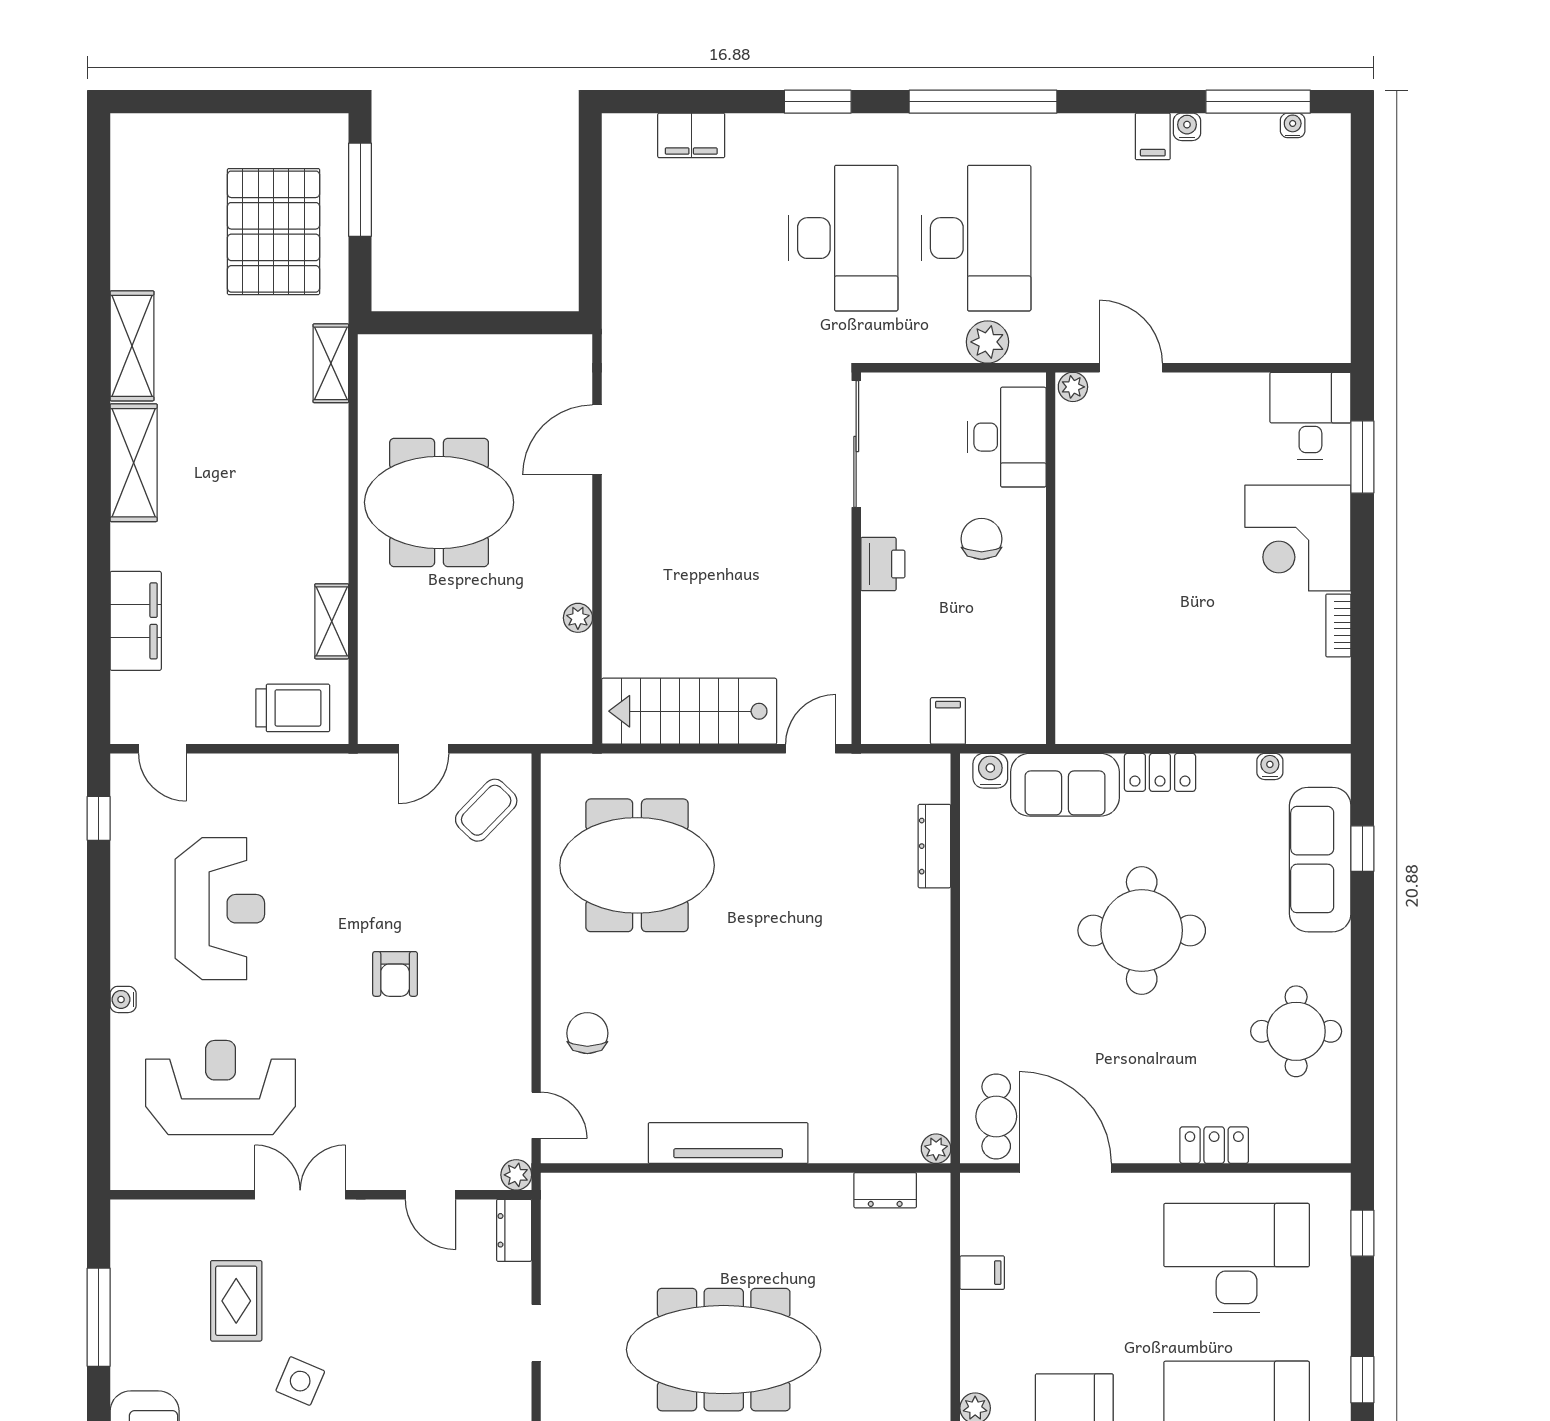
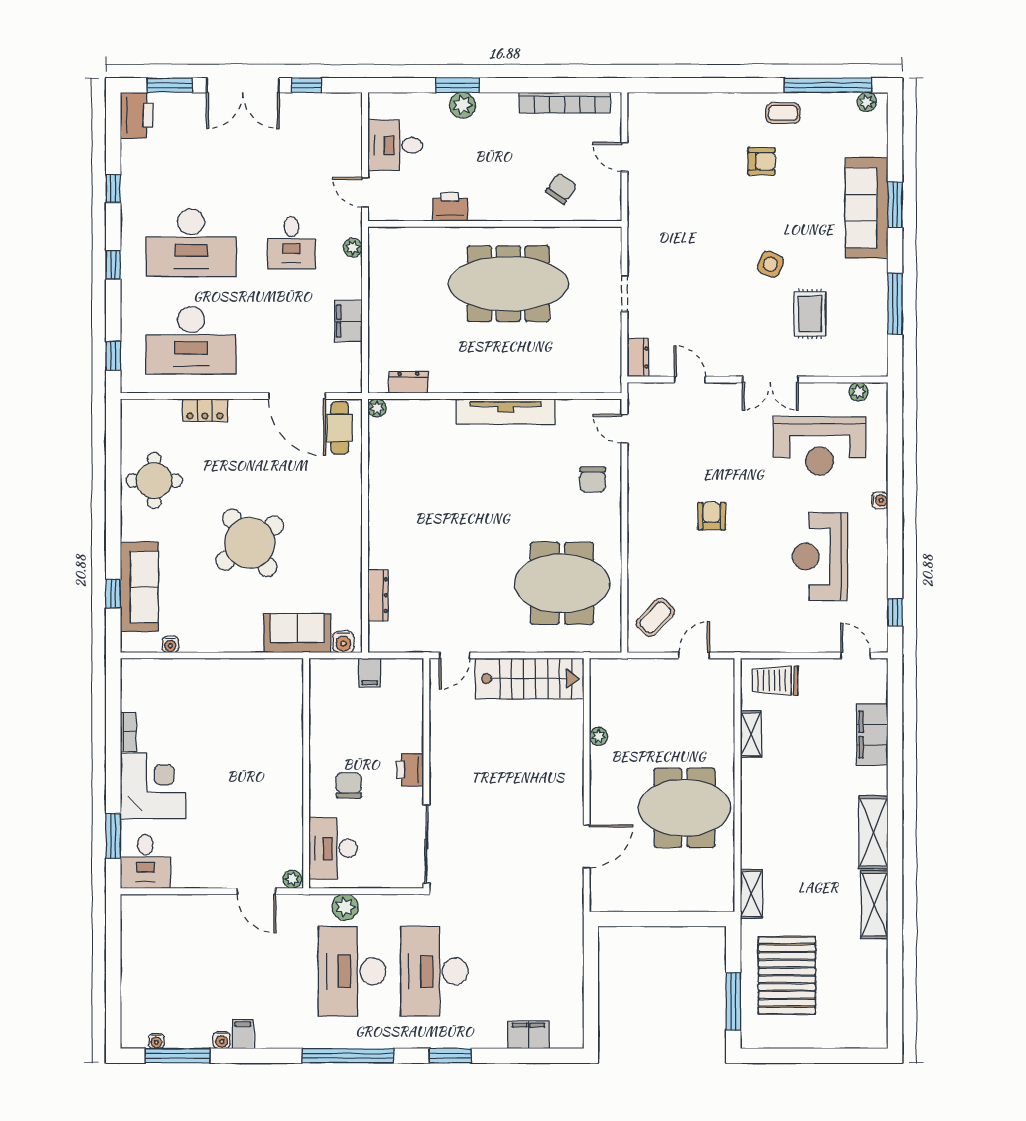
chair: (982, 539) -> (349, 785), turned 180
locker: (1160, 772) -> (238, 641), removed
round table: (1142, 930) -> (250, 543), turned -36
plant: (516, 1175) -> (859, 392), moved
filing cabinet: (982, 1273) -> (348, 321), width x2.00

